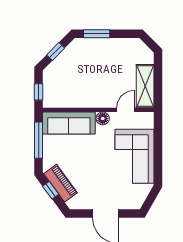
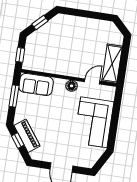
window: (97, 34) -> (77, 13), removed
sofa: (69, 123) -> (36, 85), width x0.73
window: (39, 140) -> (14, 96), width x0.69

